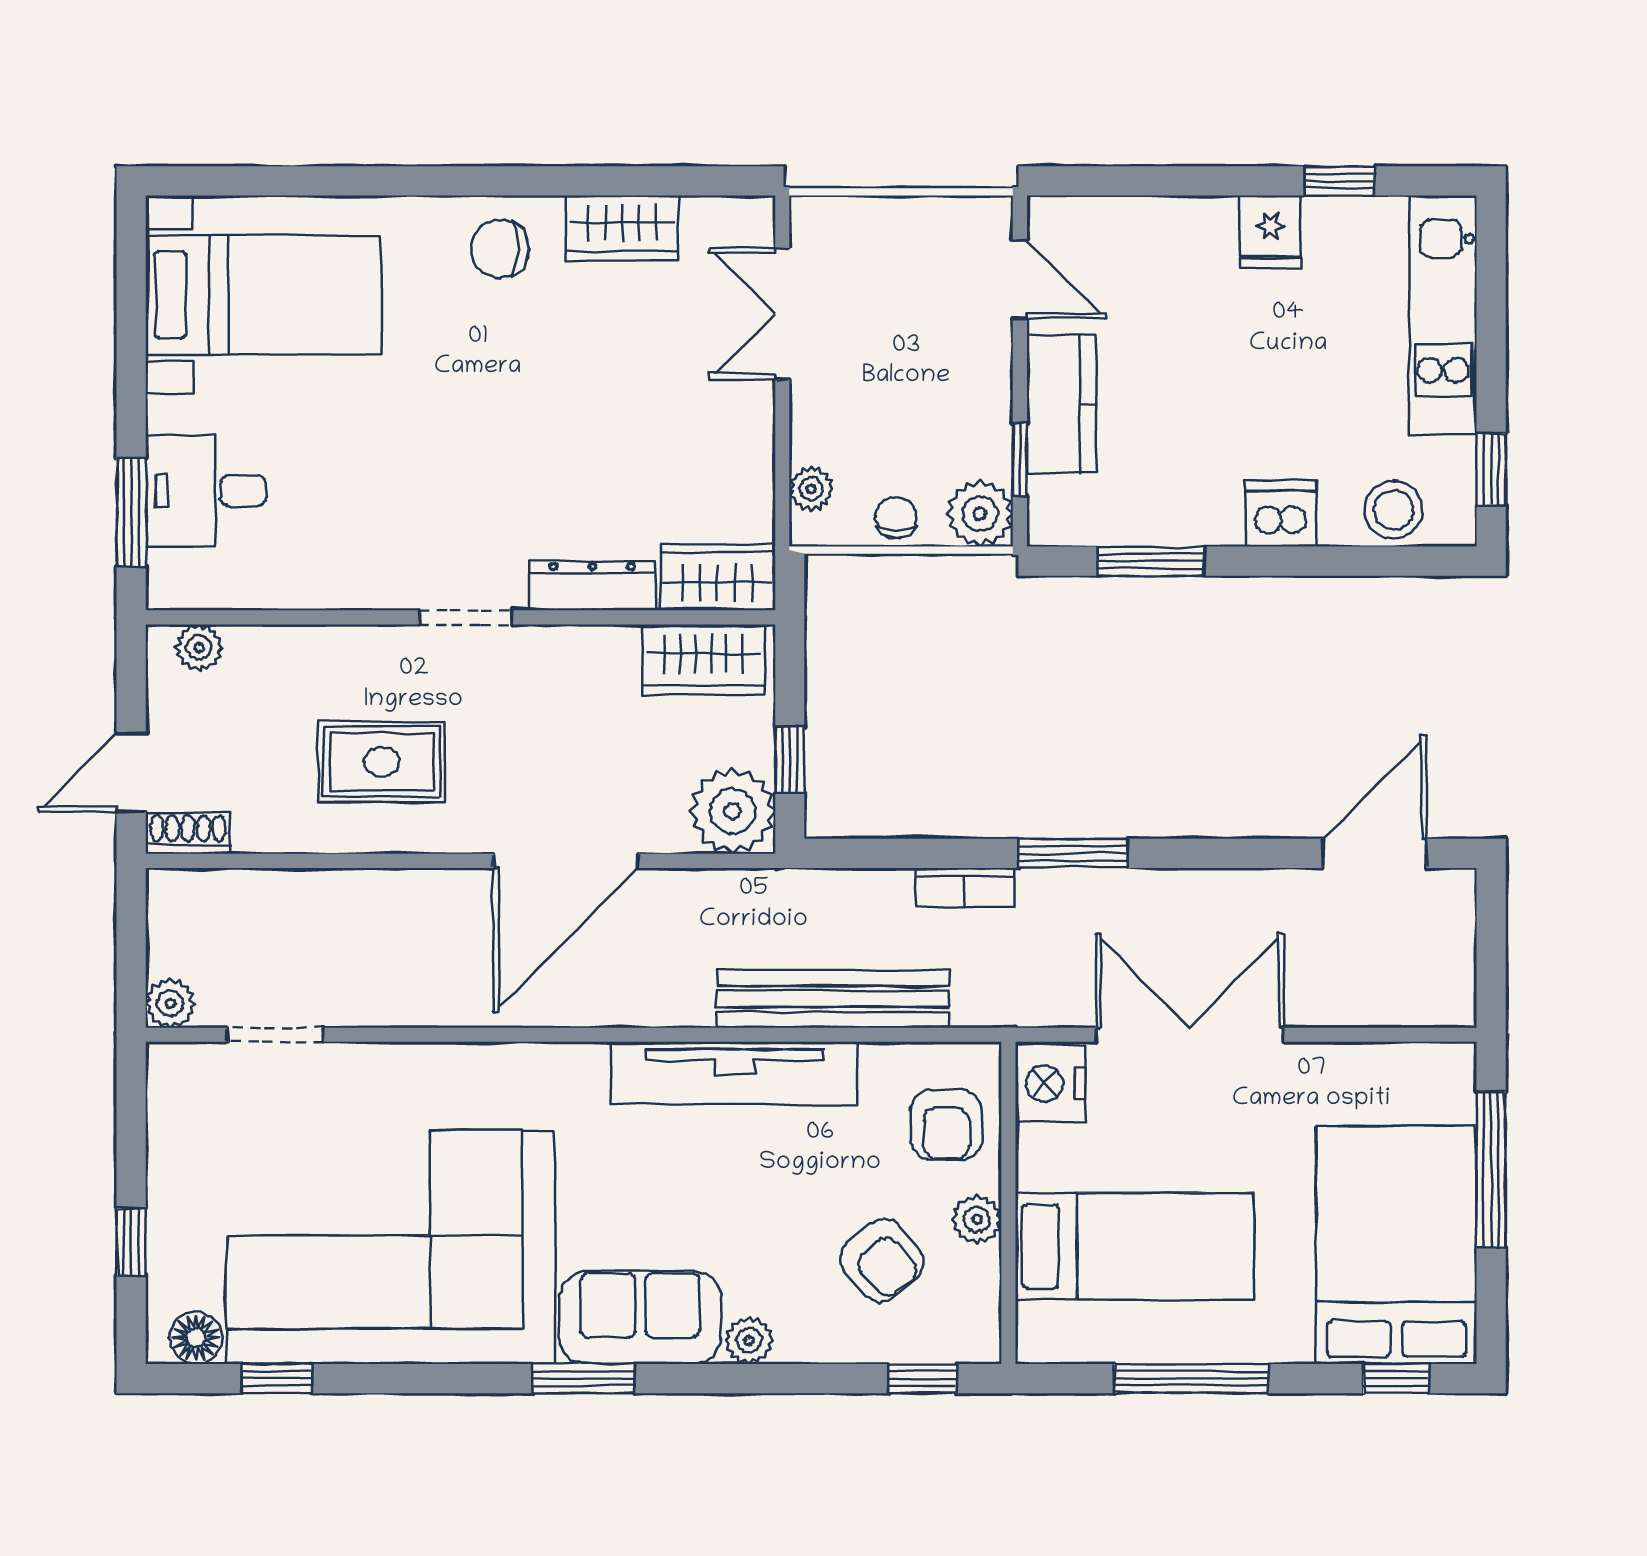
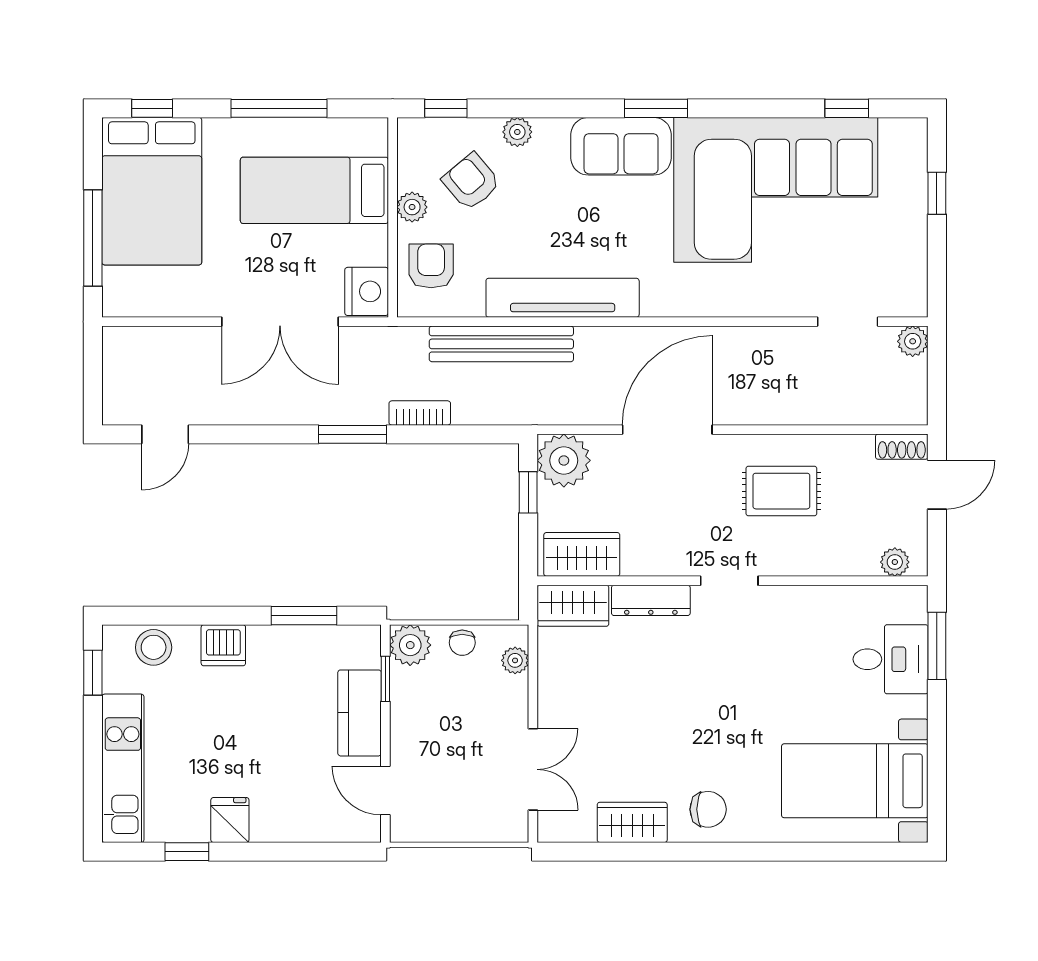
door: (1375, 853) -> (165, 434), width x0.73
floor lamp: (196, 1338) -> (897, 134), removed
plant: (749, 1340) -> (517, 132), moved

